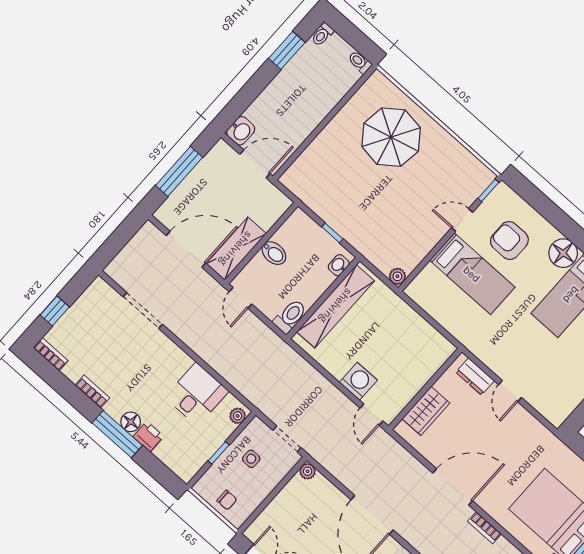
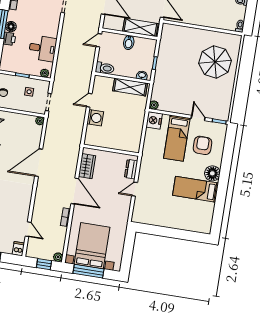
shelving: (236, 249) -> (140, 27), moved
nightstand: (422, 291) -> (154, 120), added
shelving: (336, 306) -> (130, 87), width x0.68
wardrobe: (426, 411) -> (87, 166), moved, turned -90
door: (371, 415) -> (89, 100), moved

